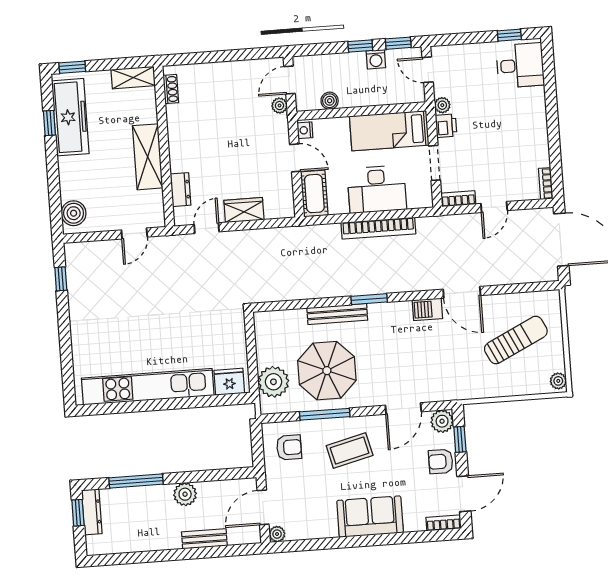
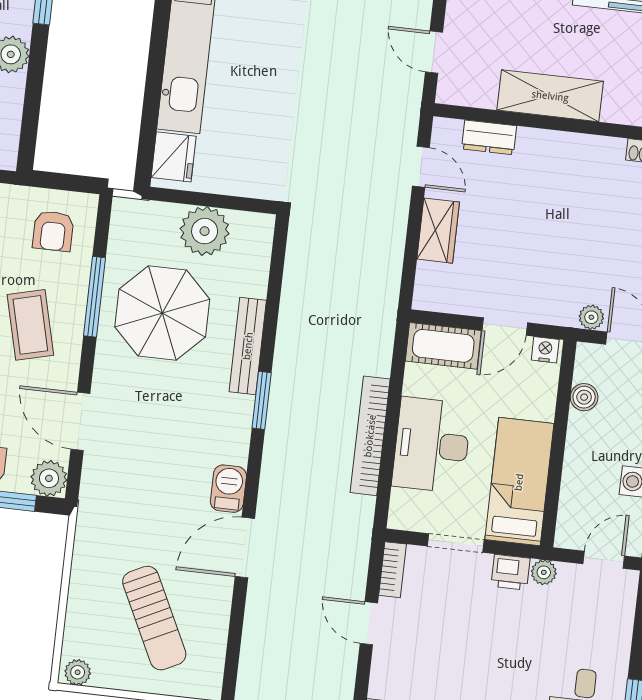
plant: (273, 382) -> (205, 231), moved

